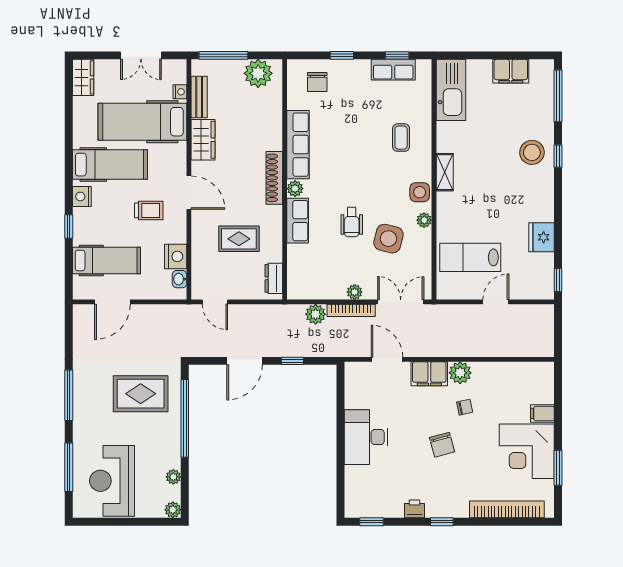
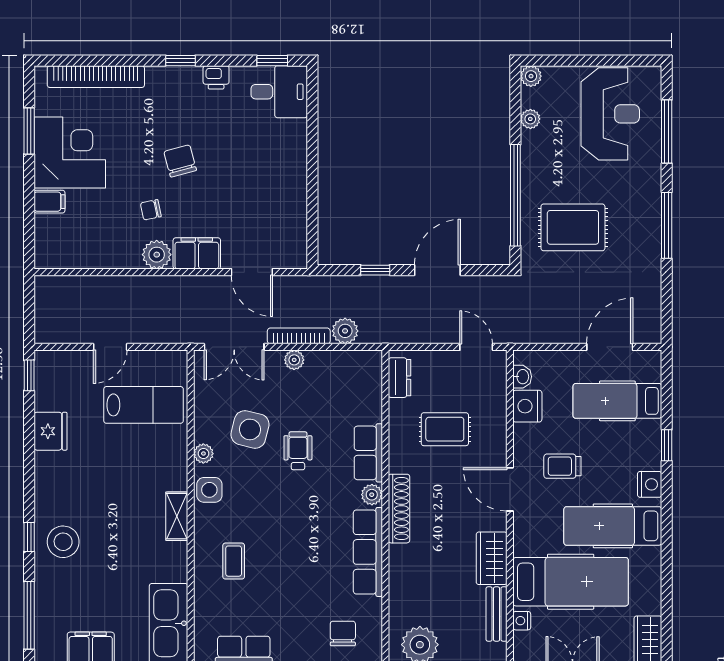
desk: (366, 437) -> (279, 92), moved, width x0.73

